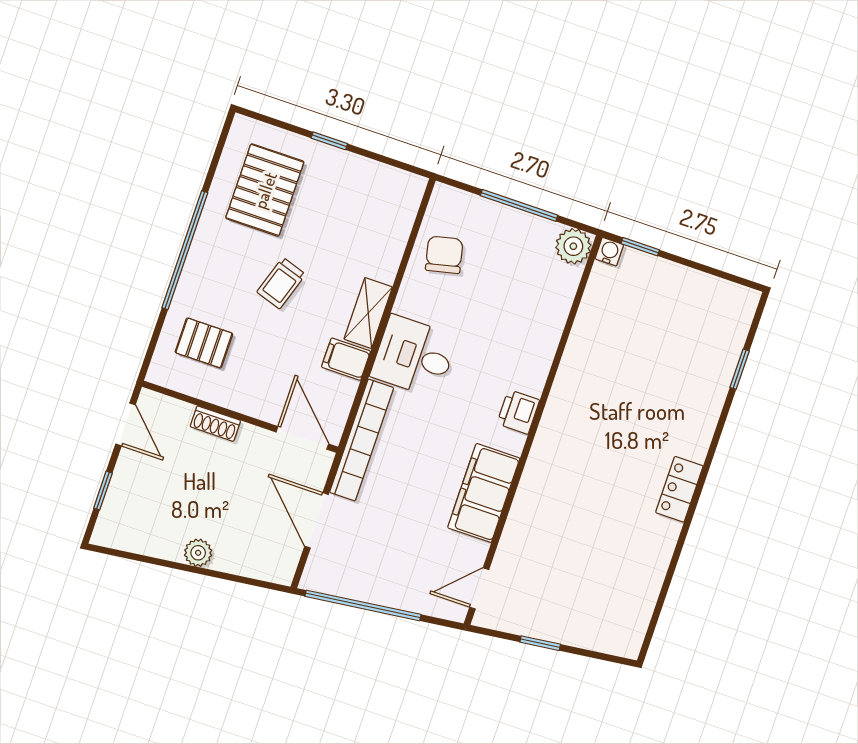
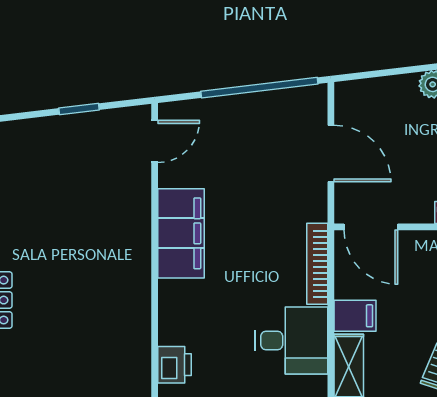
printer: (518, 412) -> (175, 365), moved
bookcase: (362, 440) -> (317, 264), width x0.68, depth x0.76

